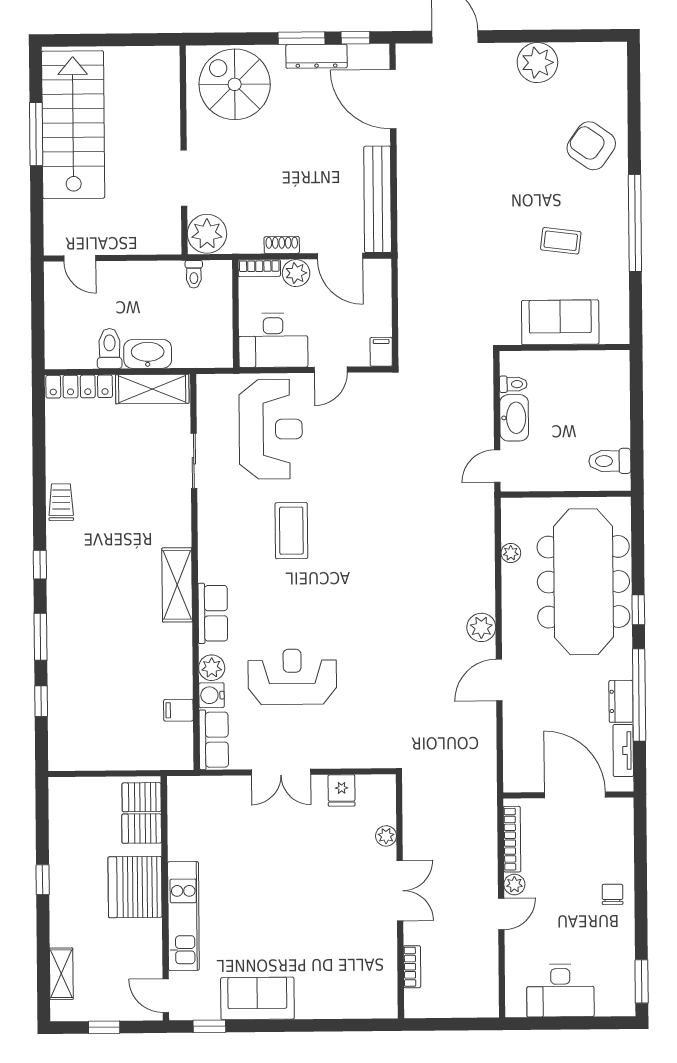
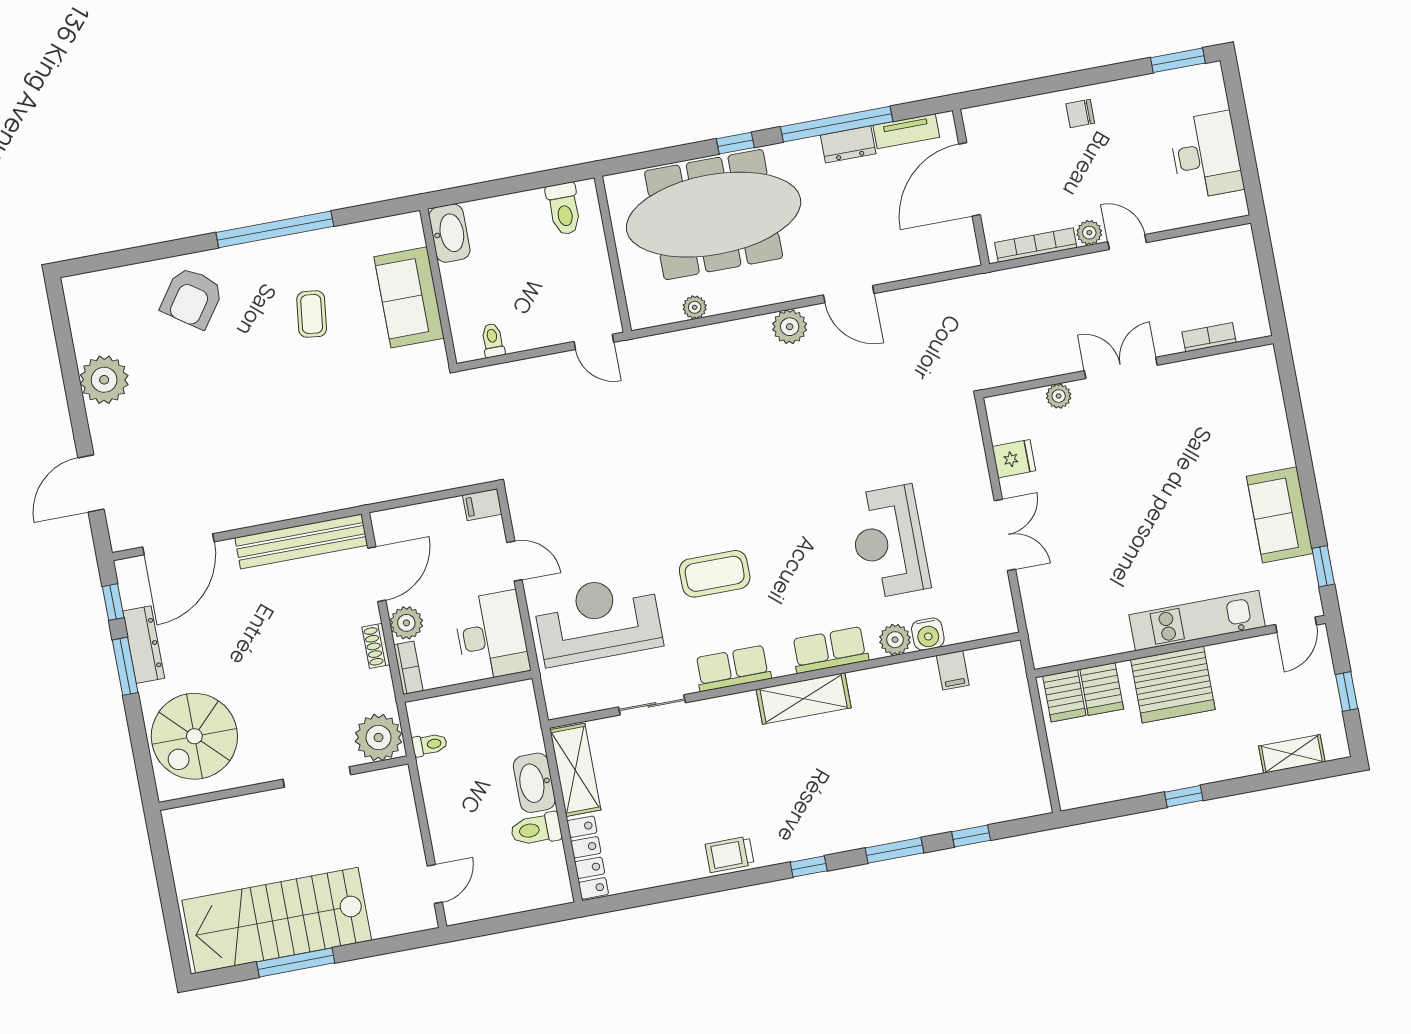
washbasin: (514, 418) -> (449, 233), moved, turned 90
row of seats: (214, 740) -> (733, 668), moved

